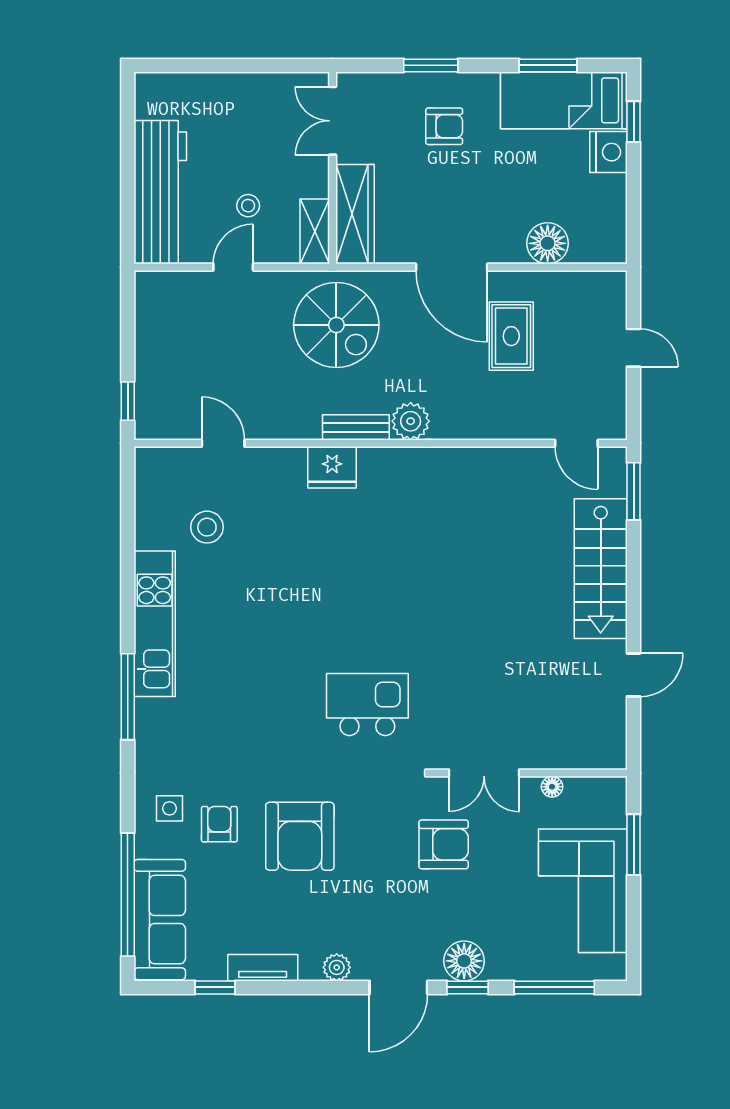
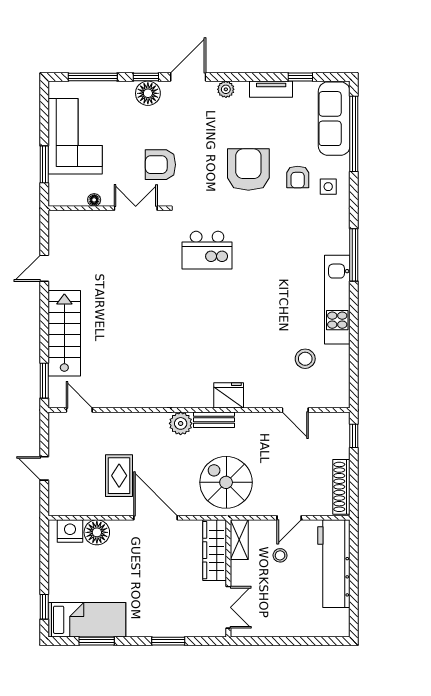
armchair: (444, 126) -> (160, 604), removed
nightstand: (609, 152) -> (70, 531), moved, turned 90
shoe rack: (148, 318) -> (341, 487), added

